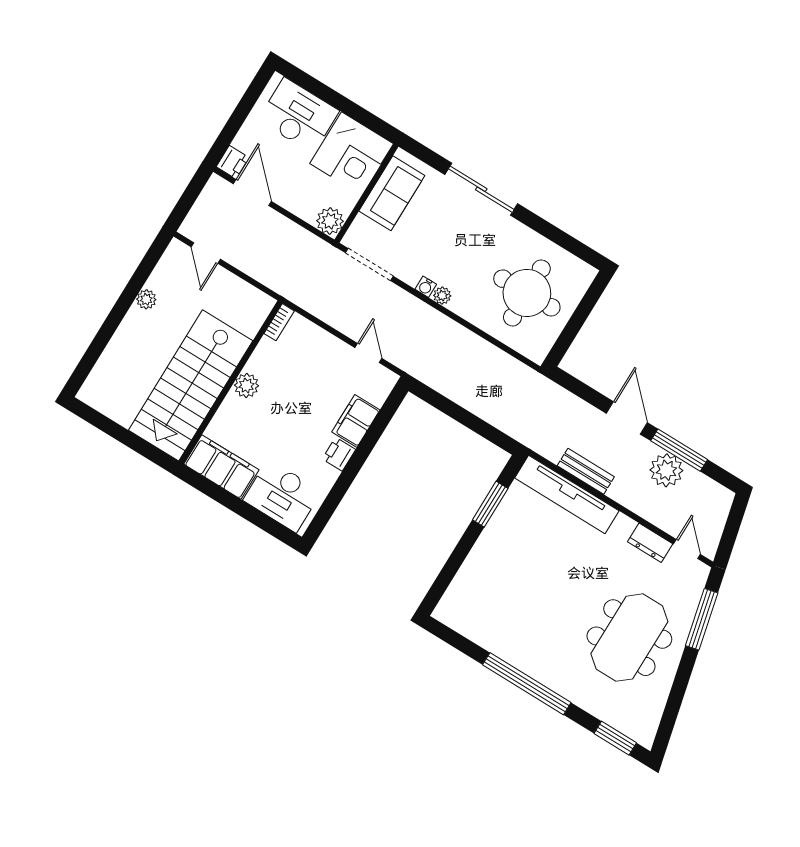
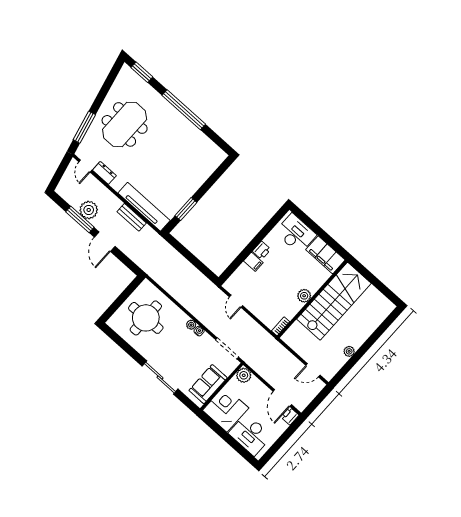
door: (206, 253) -> (313, 370), swing flipped
filing cabinet: (356, 421) -> (253, 262), width x0.50

